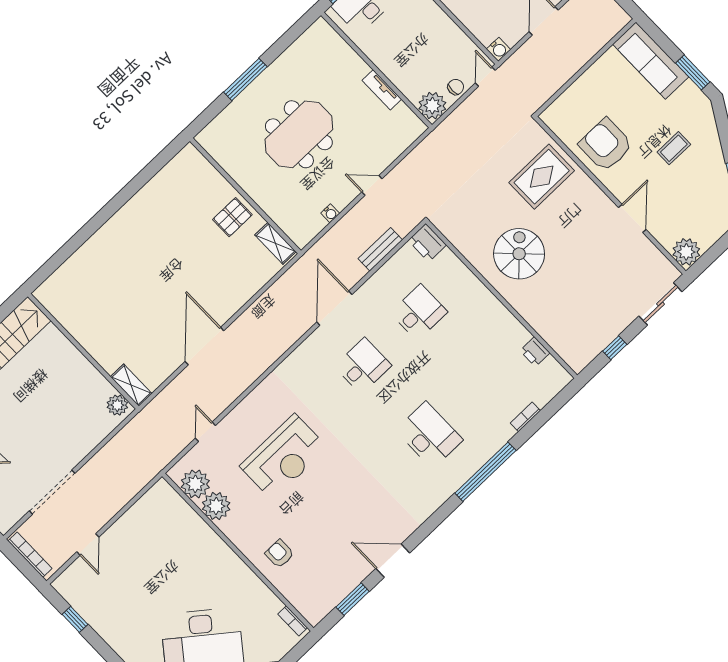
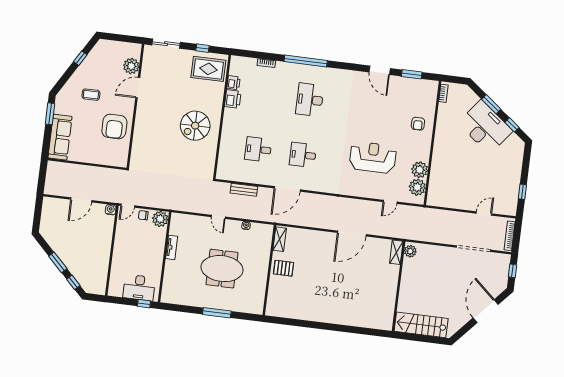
rug: (542, 177) -> (208, 69), moved
printer: (427, 243) -> (233, 99), moved
plant: (686, 252) -> (131, 66), moved

